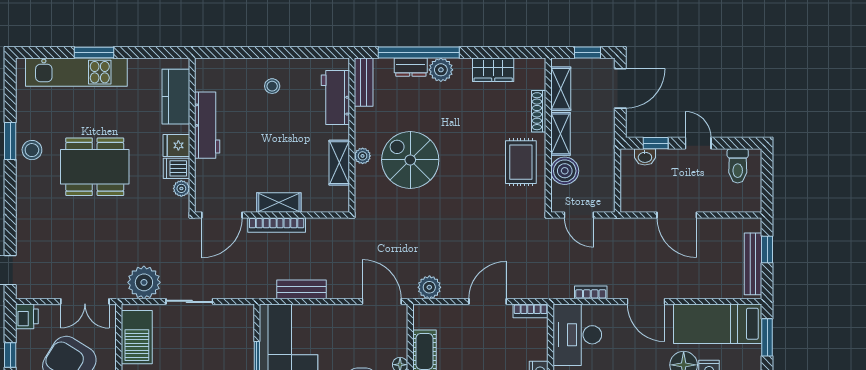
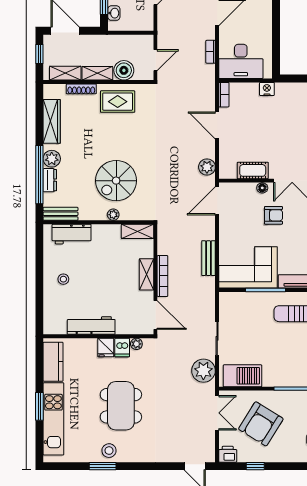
wardrobe: (493, 70) -> (52, 121), width x1.50
kitchen counter: (176, 97) -> (53, 362), moved, turned -90
shelving: (339, 163) -> (137, 231), moved

